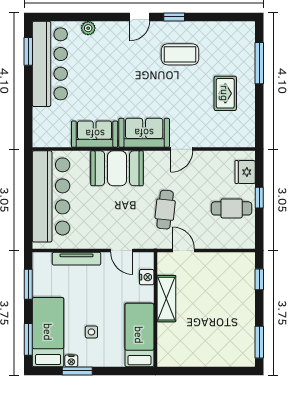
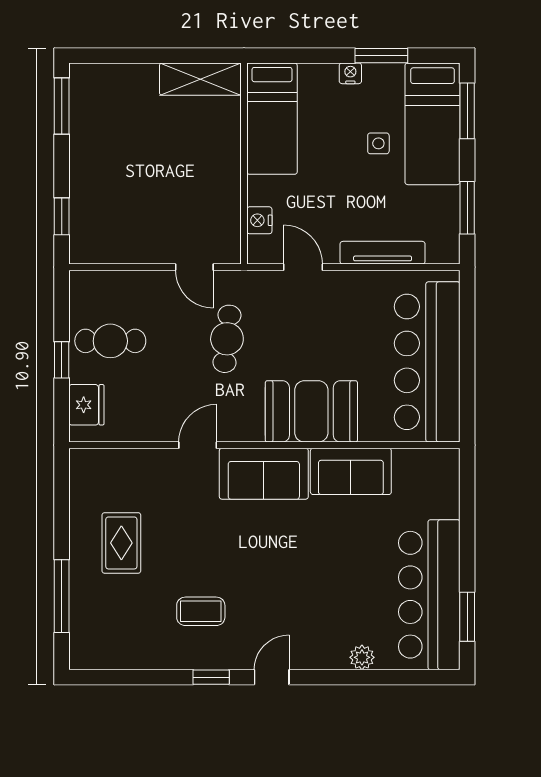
coffee table: (180, 54) -> (201, 611), width x0.73, depth x0.77
shelving: (166, 299) -> (200, 79), moved, turned 90
side table: (91, 332) -> (378, 143), moved
nightstand: (71, 361) -> (350, 73), moved

